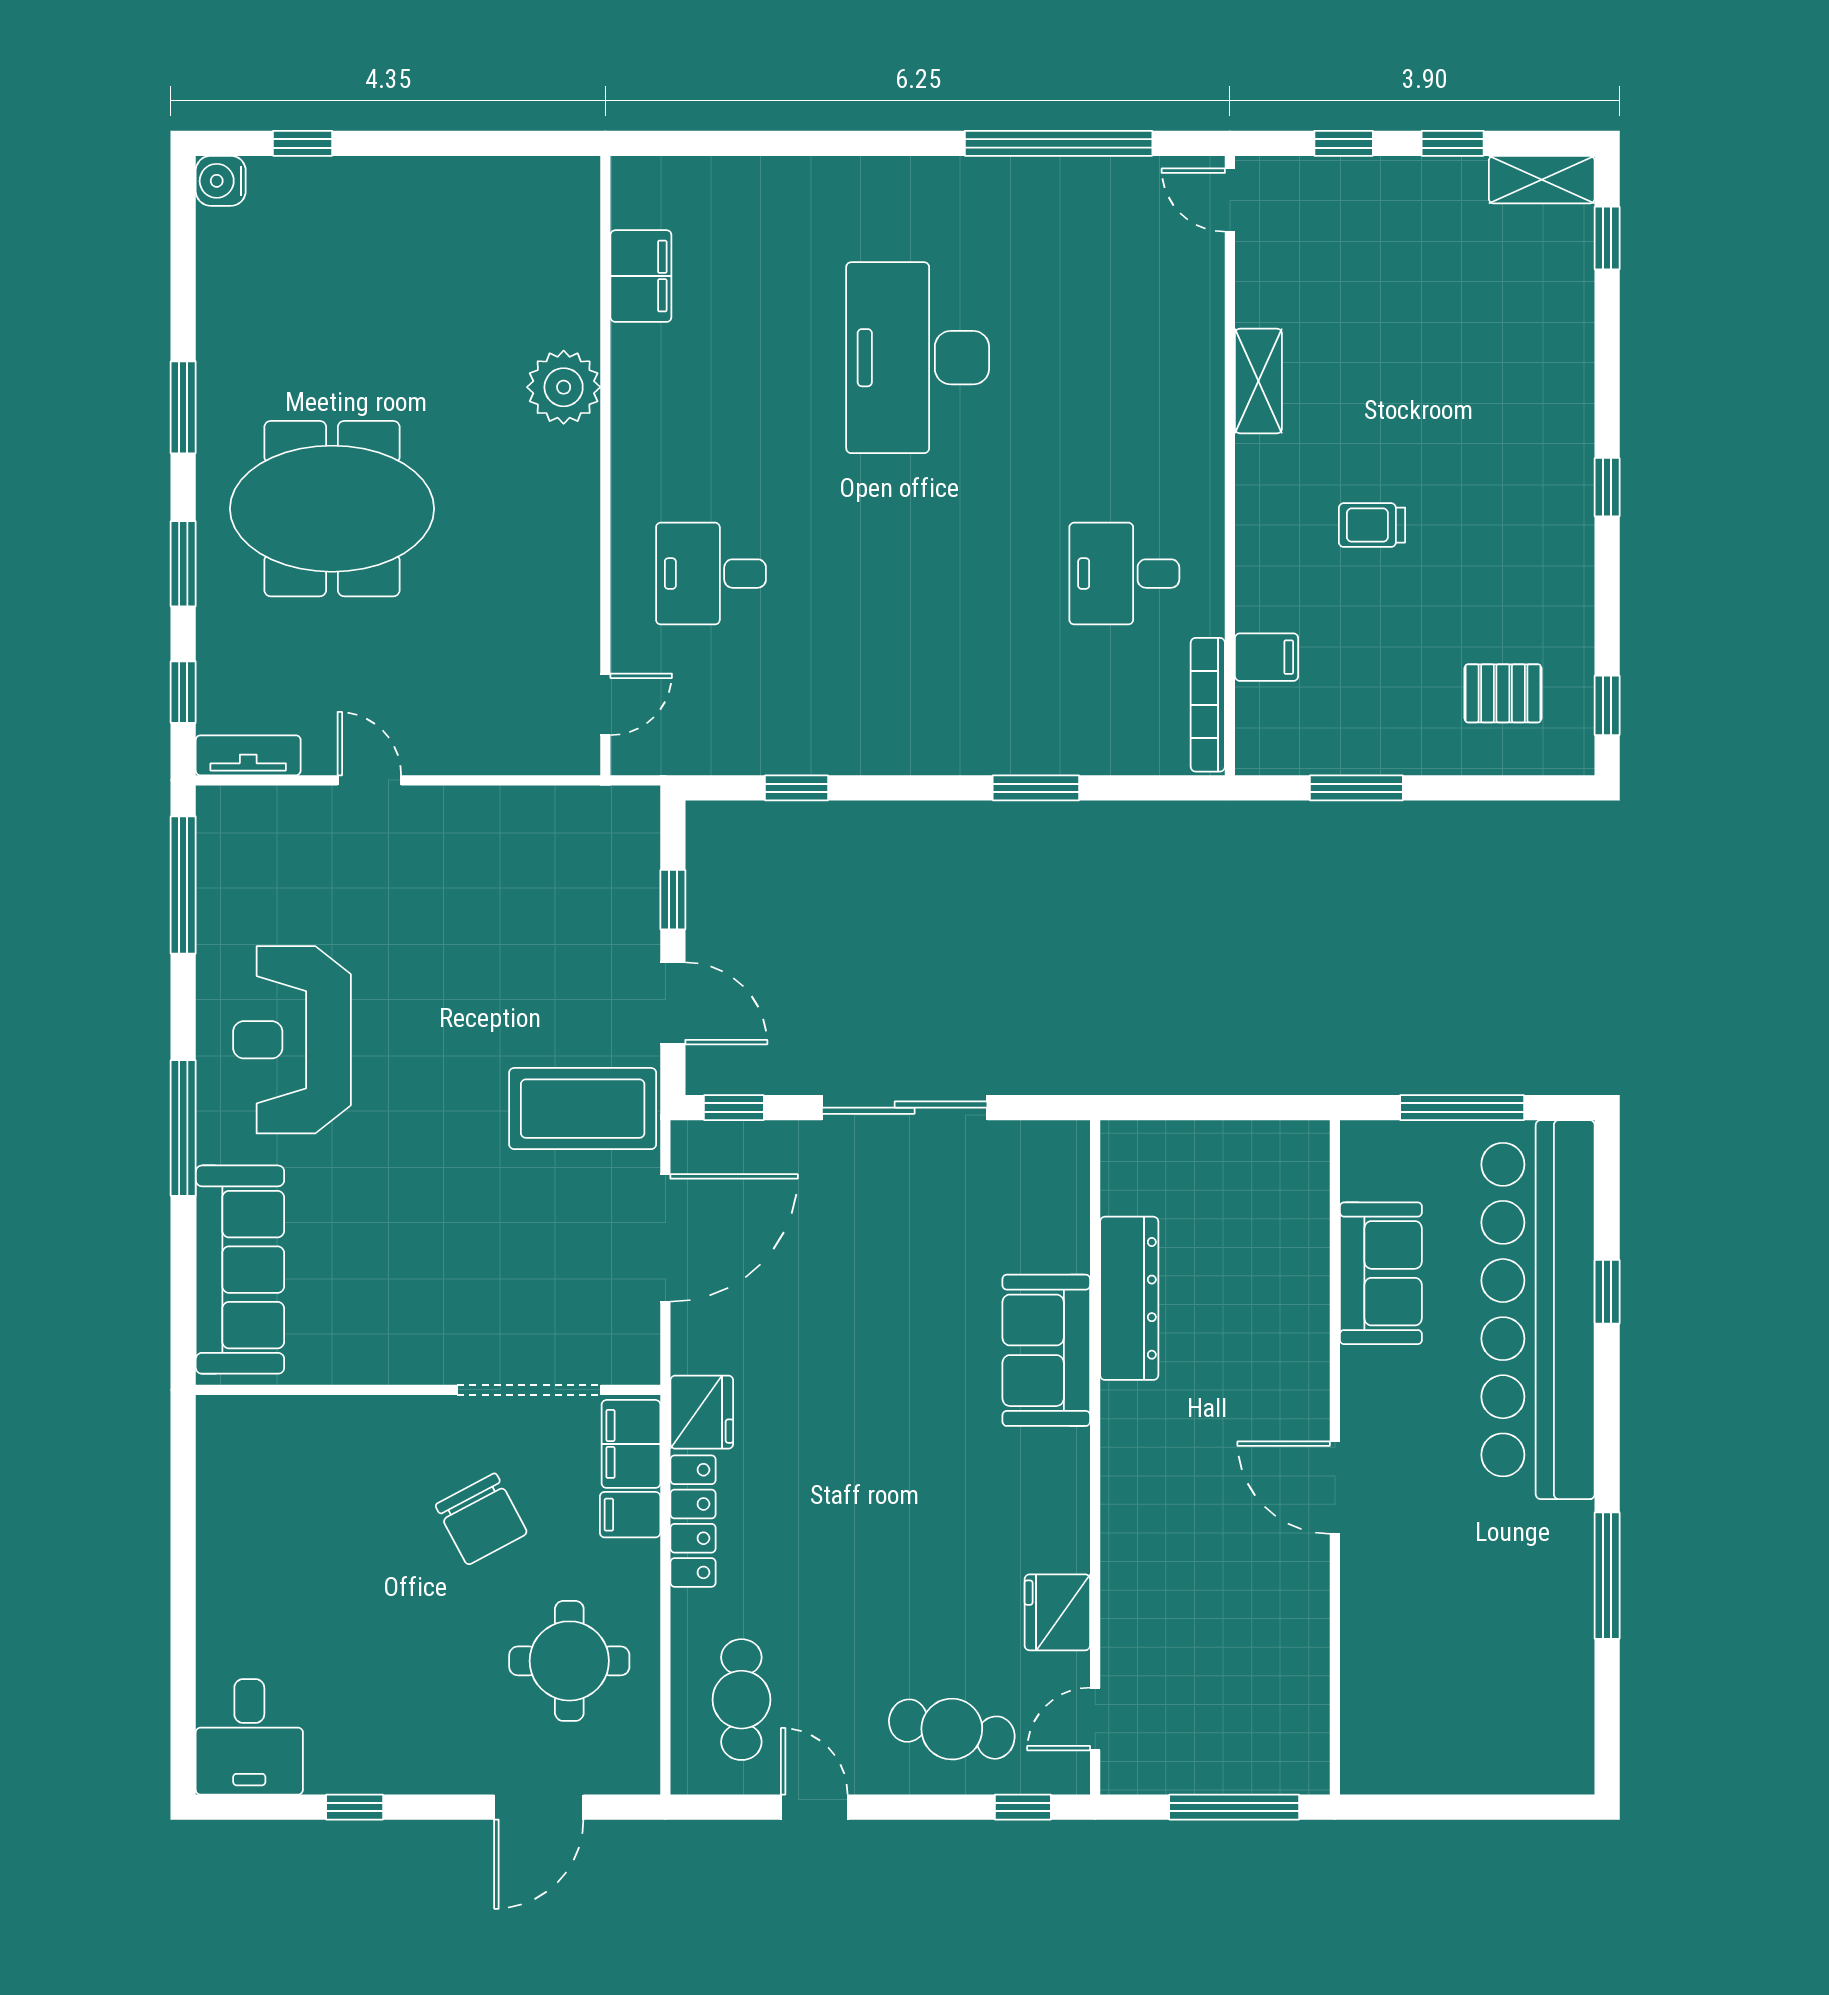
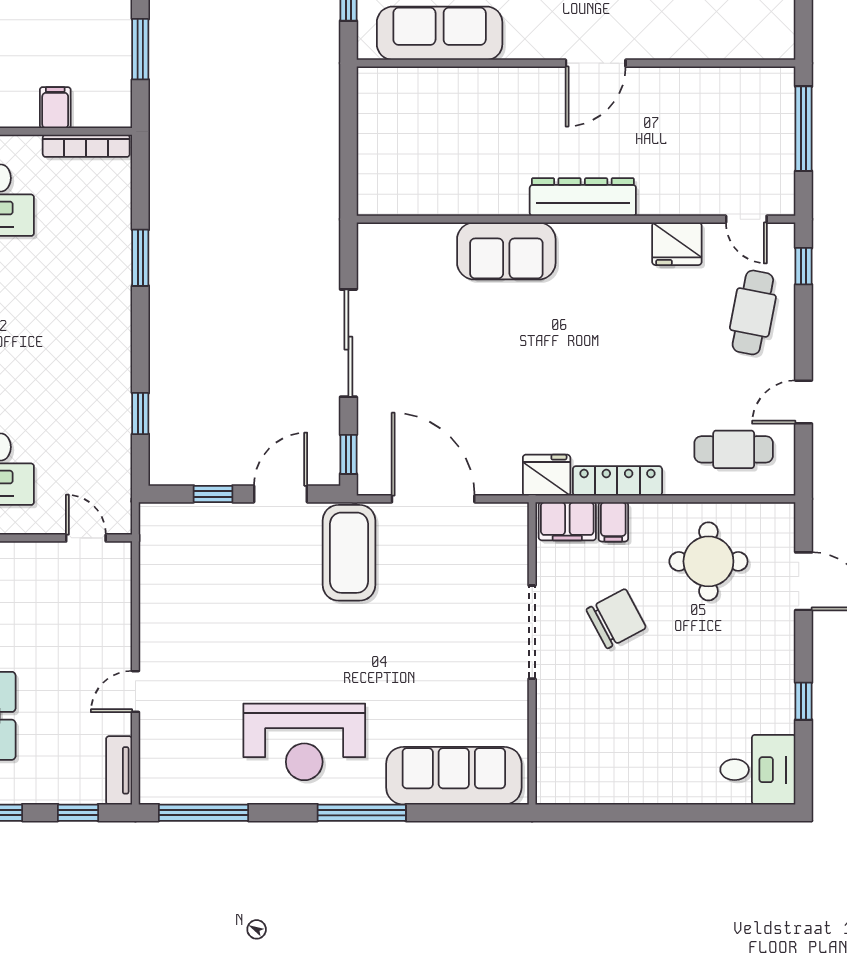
sofa: (1381, 1273) -> (440, 33), width x1.36
dresser: (1129, 1298) -> (583, 197), moved
doorway: (529, 1390) -> (532, 632), moved

